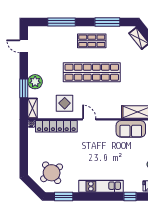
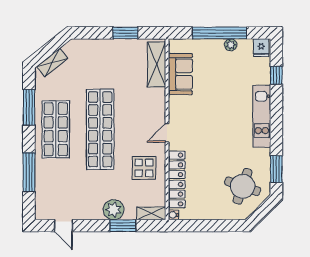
shop shelf: (92, 41) -> (56, 129), width x1.43, depth x1.36
door: (24, 46) -> (63, 226), hinge flipped
round table: (52, 173) -> (243, 186), turned -34

